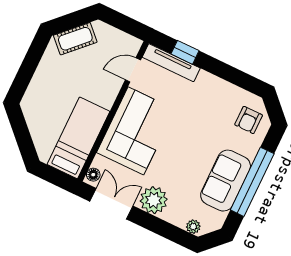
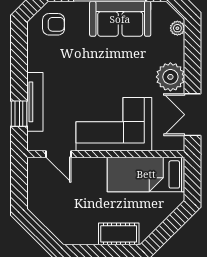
cot: (75, 39) -> (119, 234), moved, turned -45
tv unit: (171, 63) -> (35, 102), moved
floor lamp: (93, 175) -> (174, 144), removed

